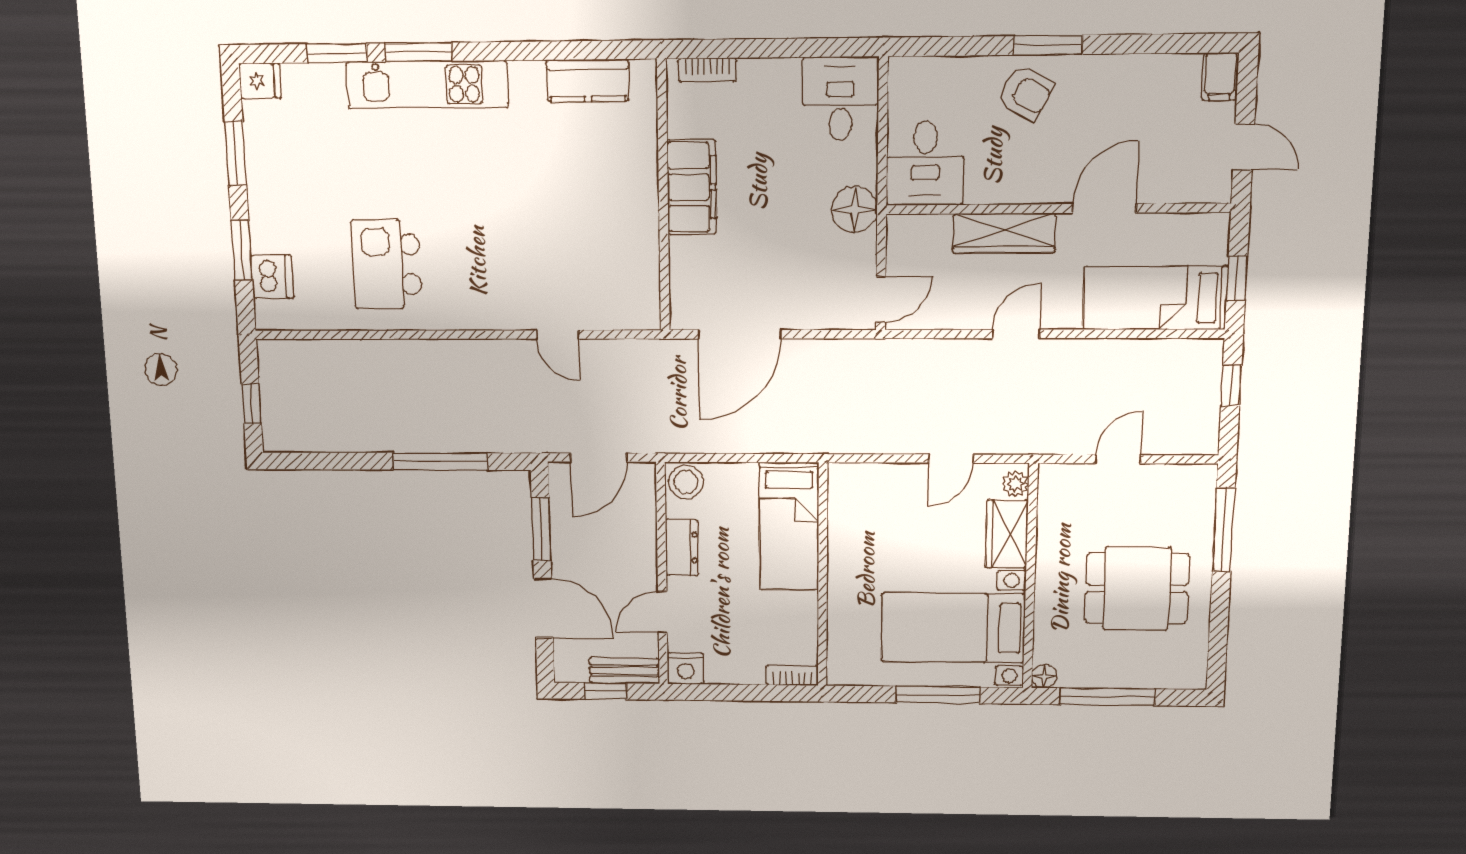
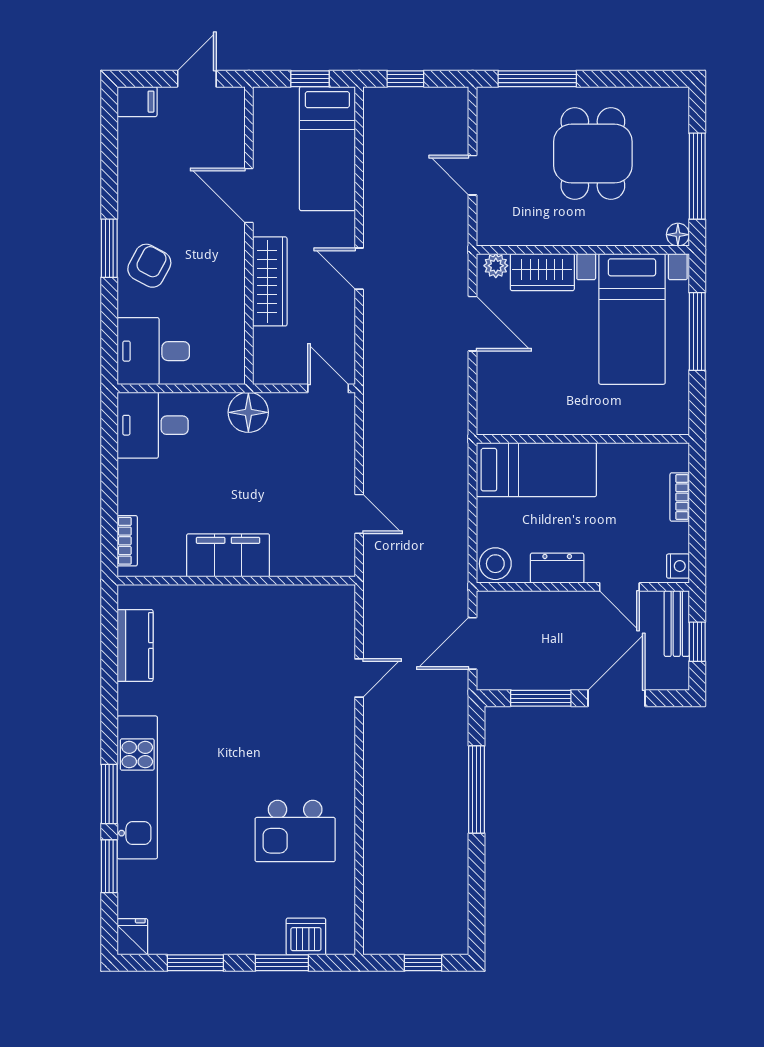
desk: (925, 163) -> (153, 351), moved, turned 180
door: (740, 334) -> (359, 514), width x0.53
door: (599, 458) -> (473, 643), swing flipped
door: (951, 459) -> (473, 324), width x1.38
nightstand: (686, 668) -> (678, 566), width x0.72, depth x0.74
bookcase: (792, 675) -> (680, 497), moved

